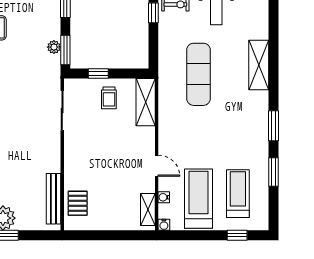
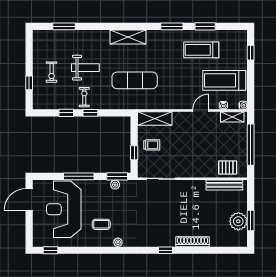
treadmill: (238, 194) -> (201, 50), moved
window: (109, 235) -> (251, 145), added

